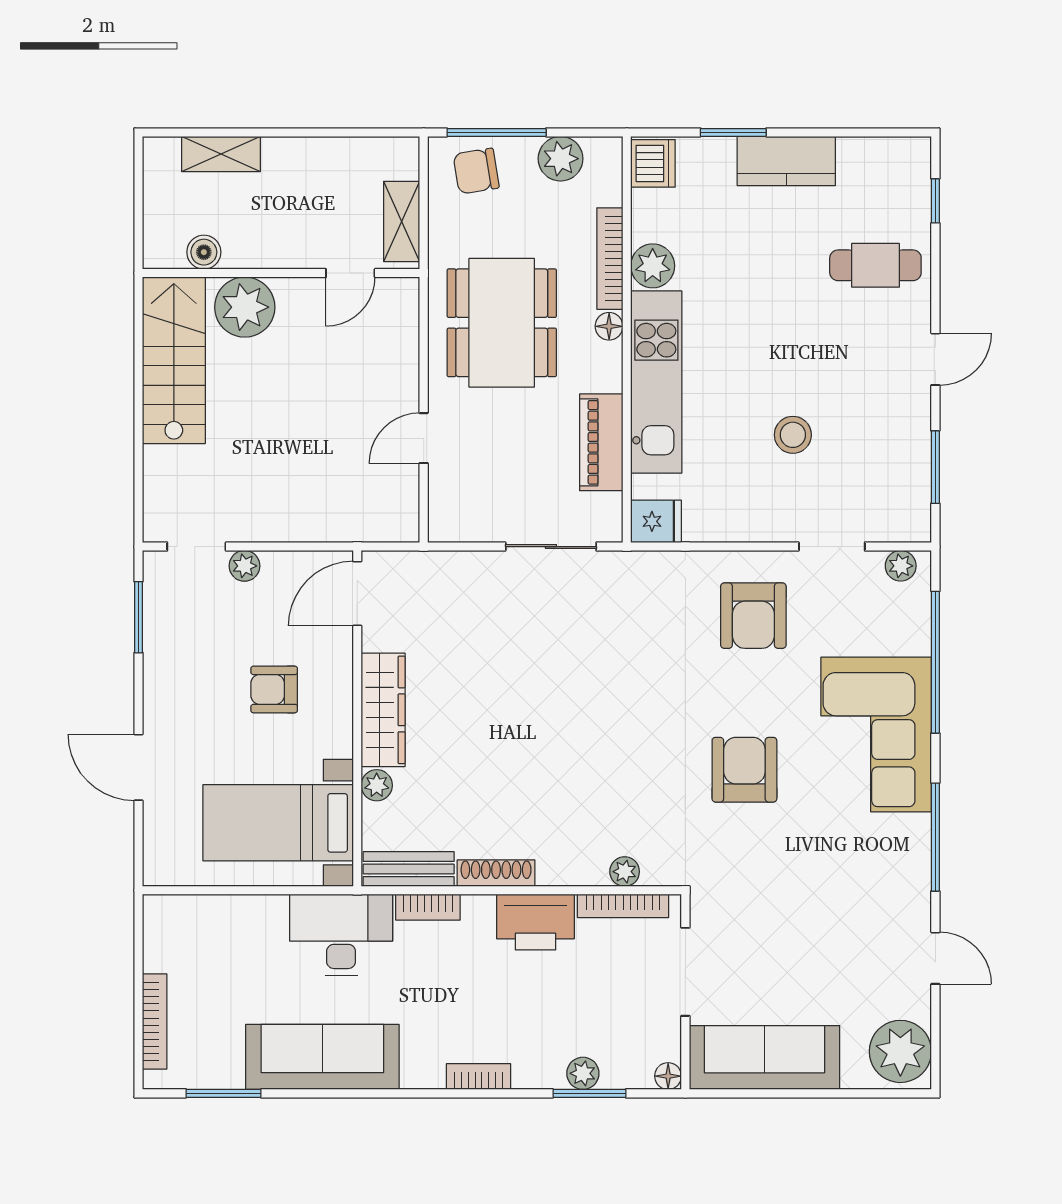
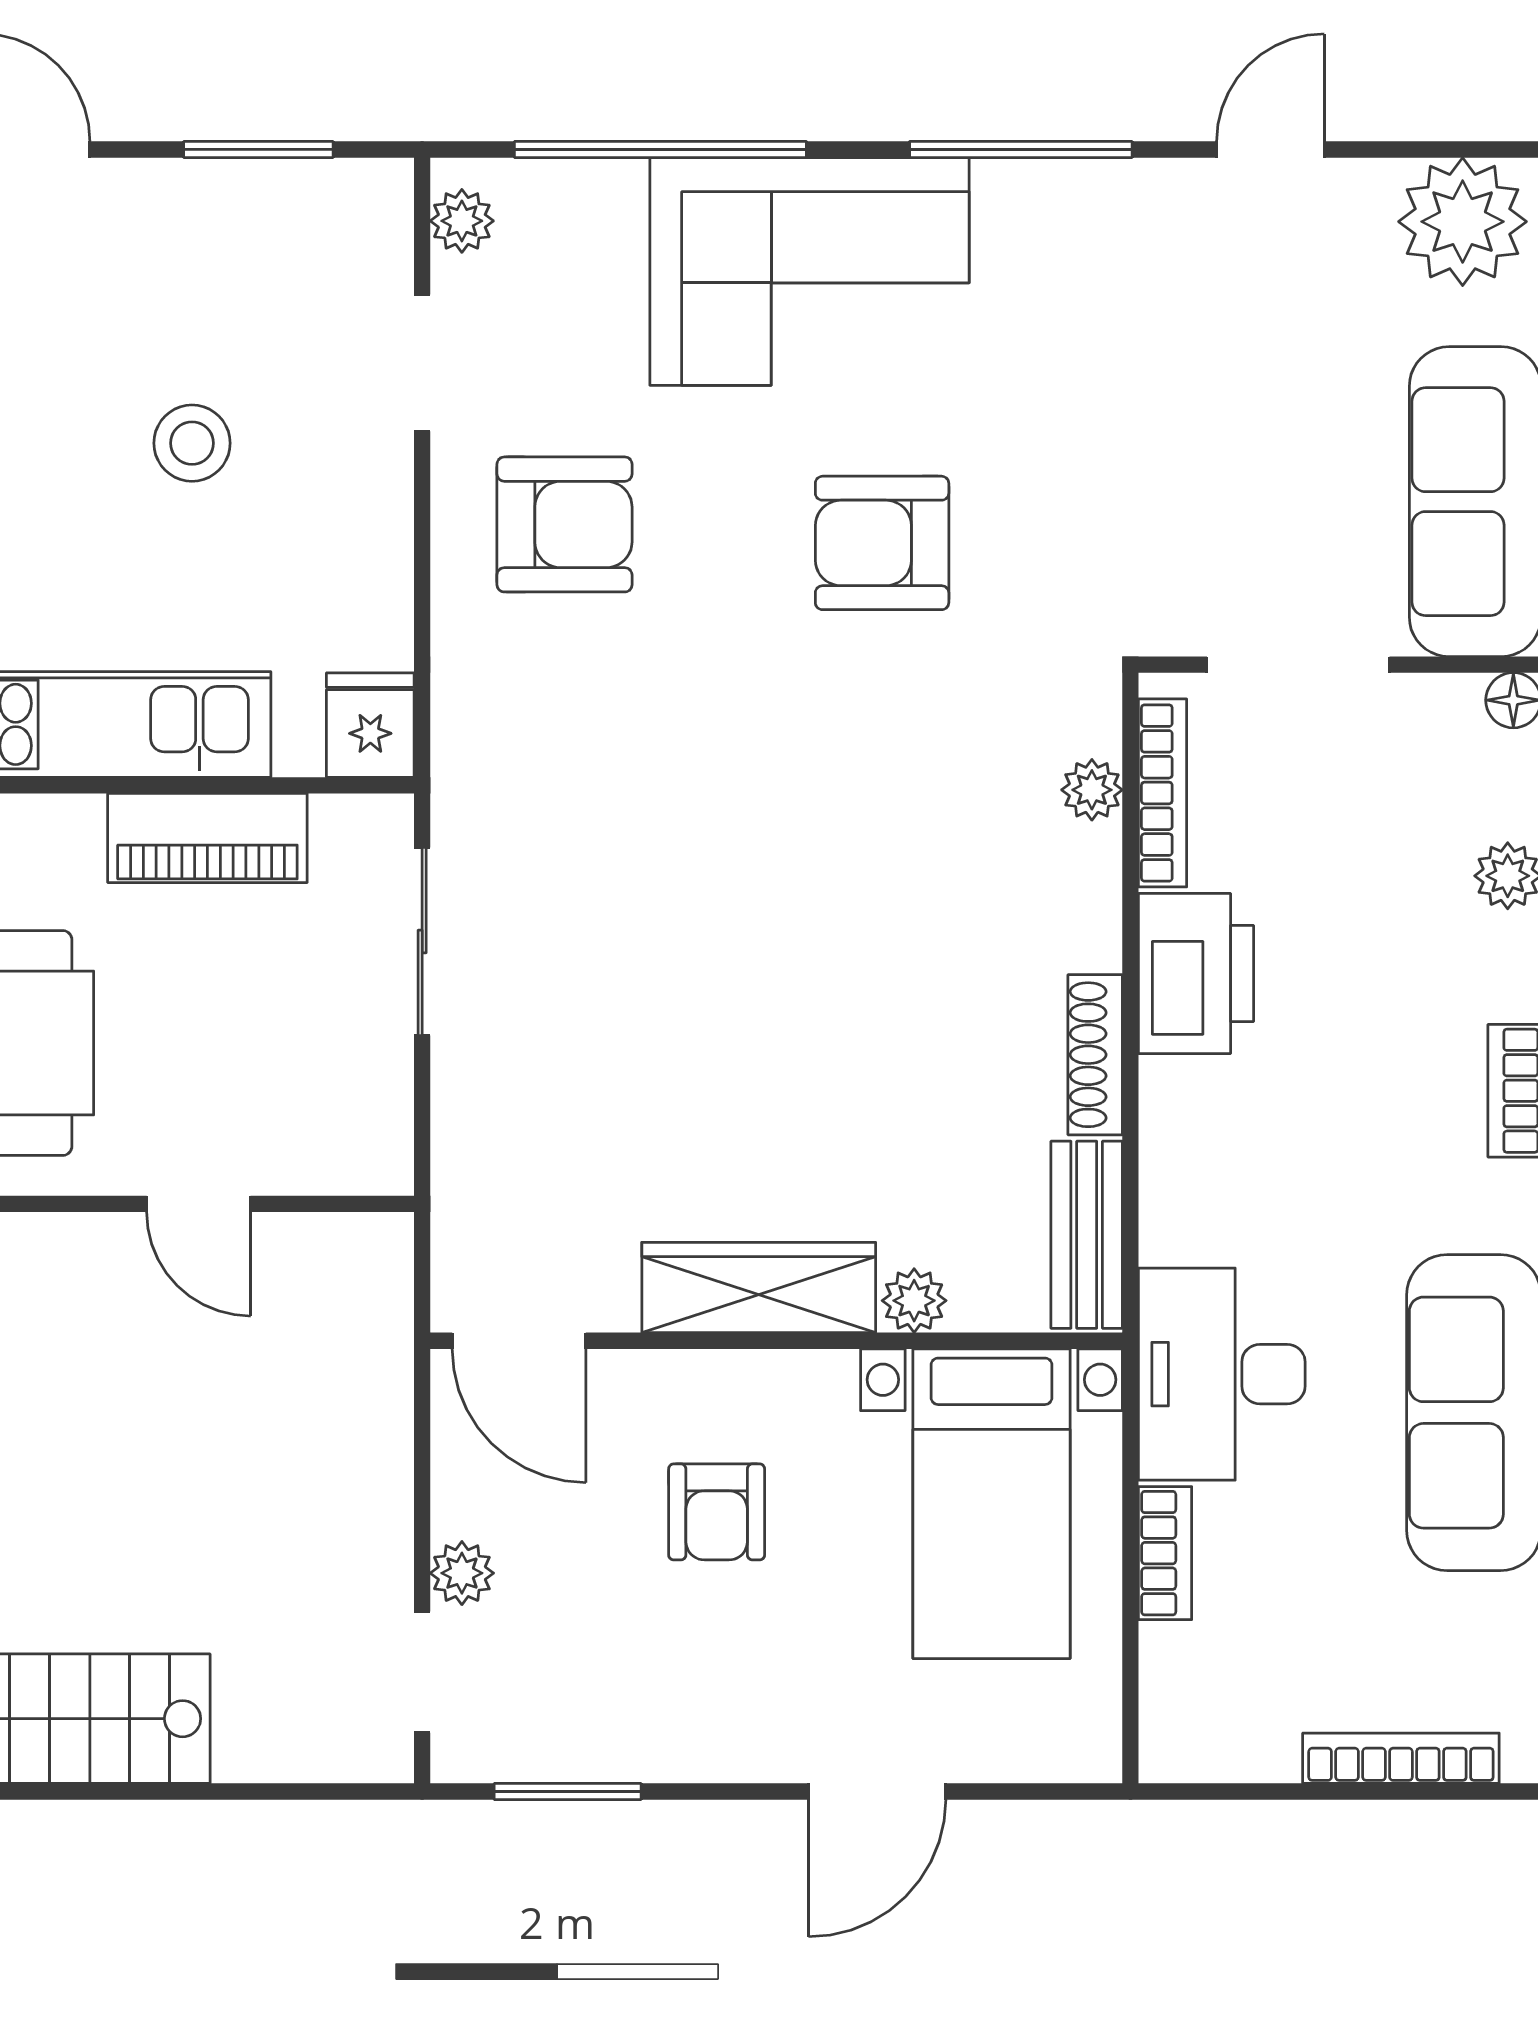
bookcase: (428, 907) -> (1165, 1553), moved

